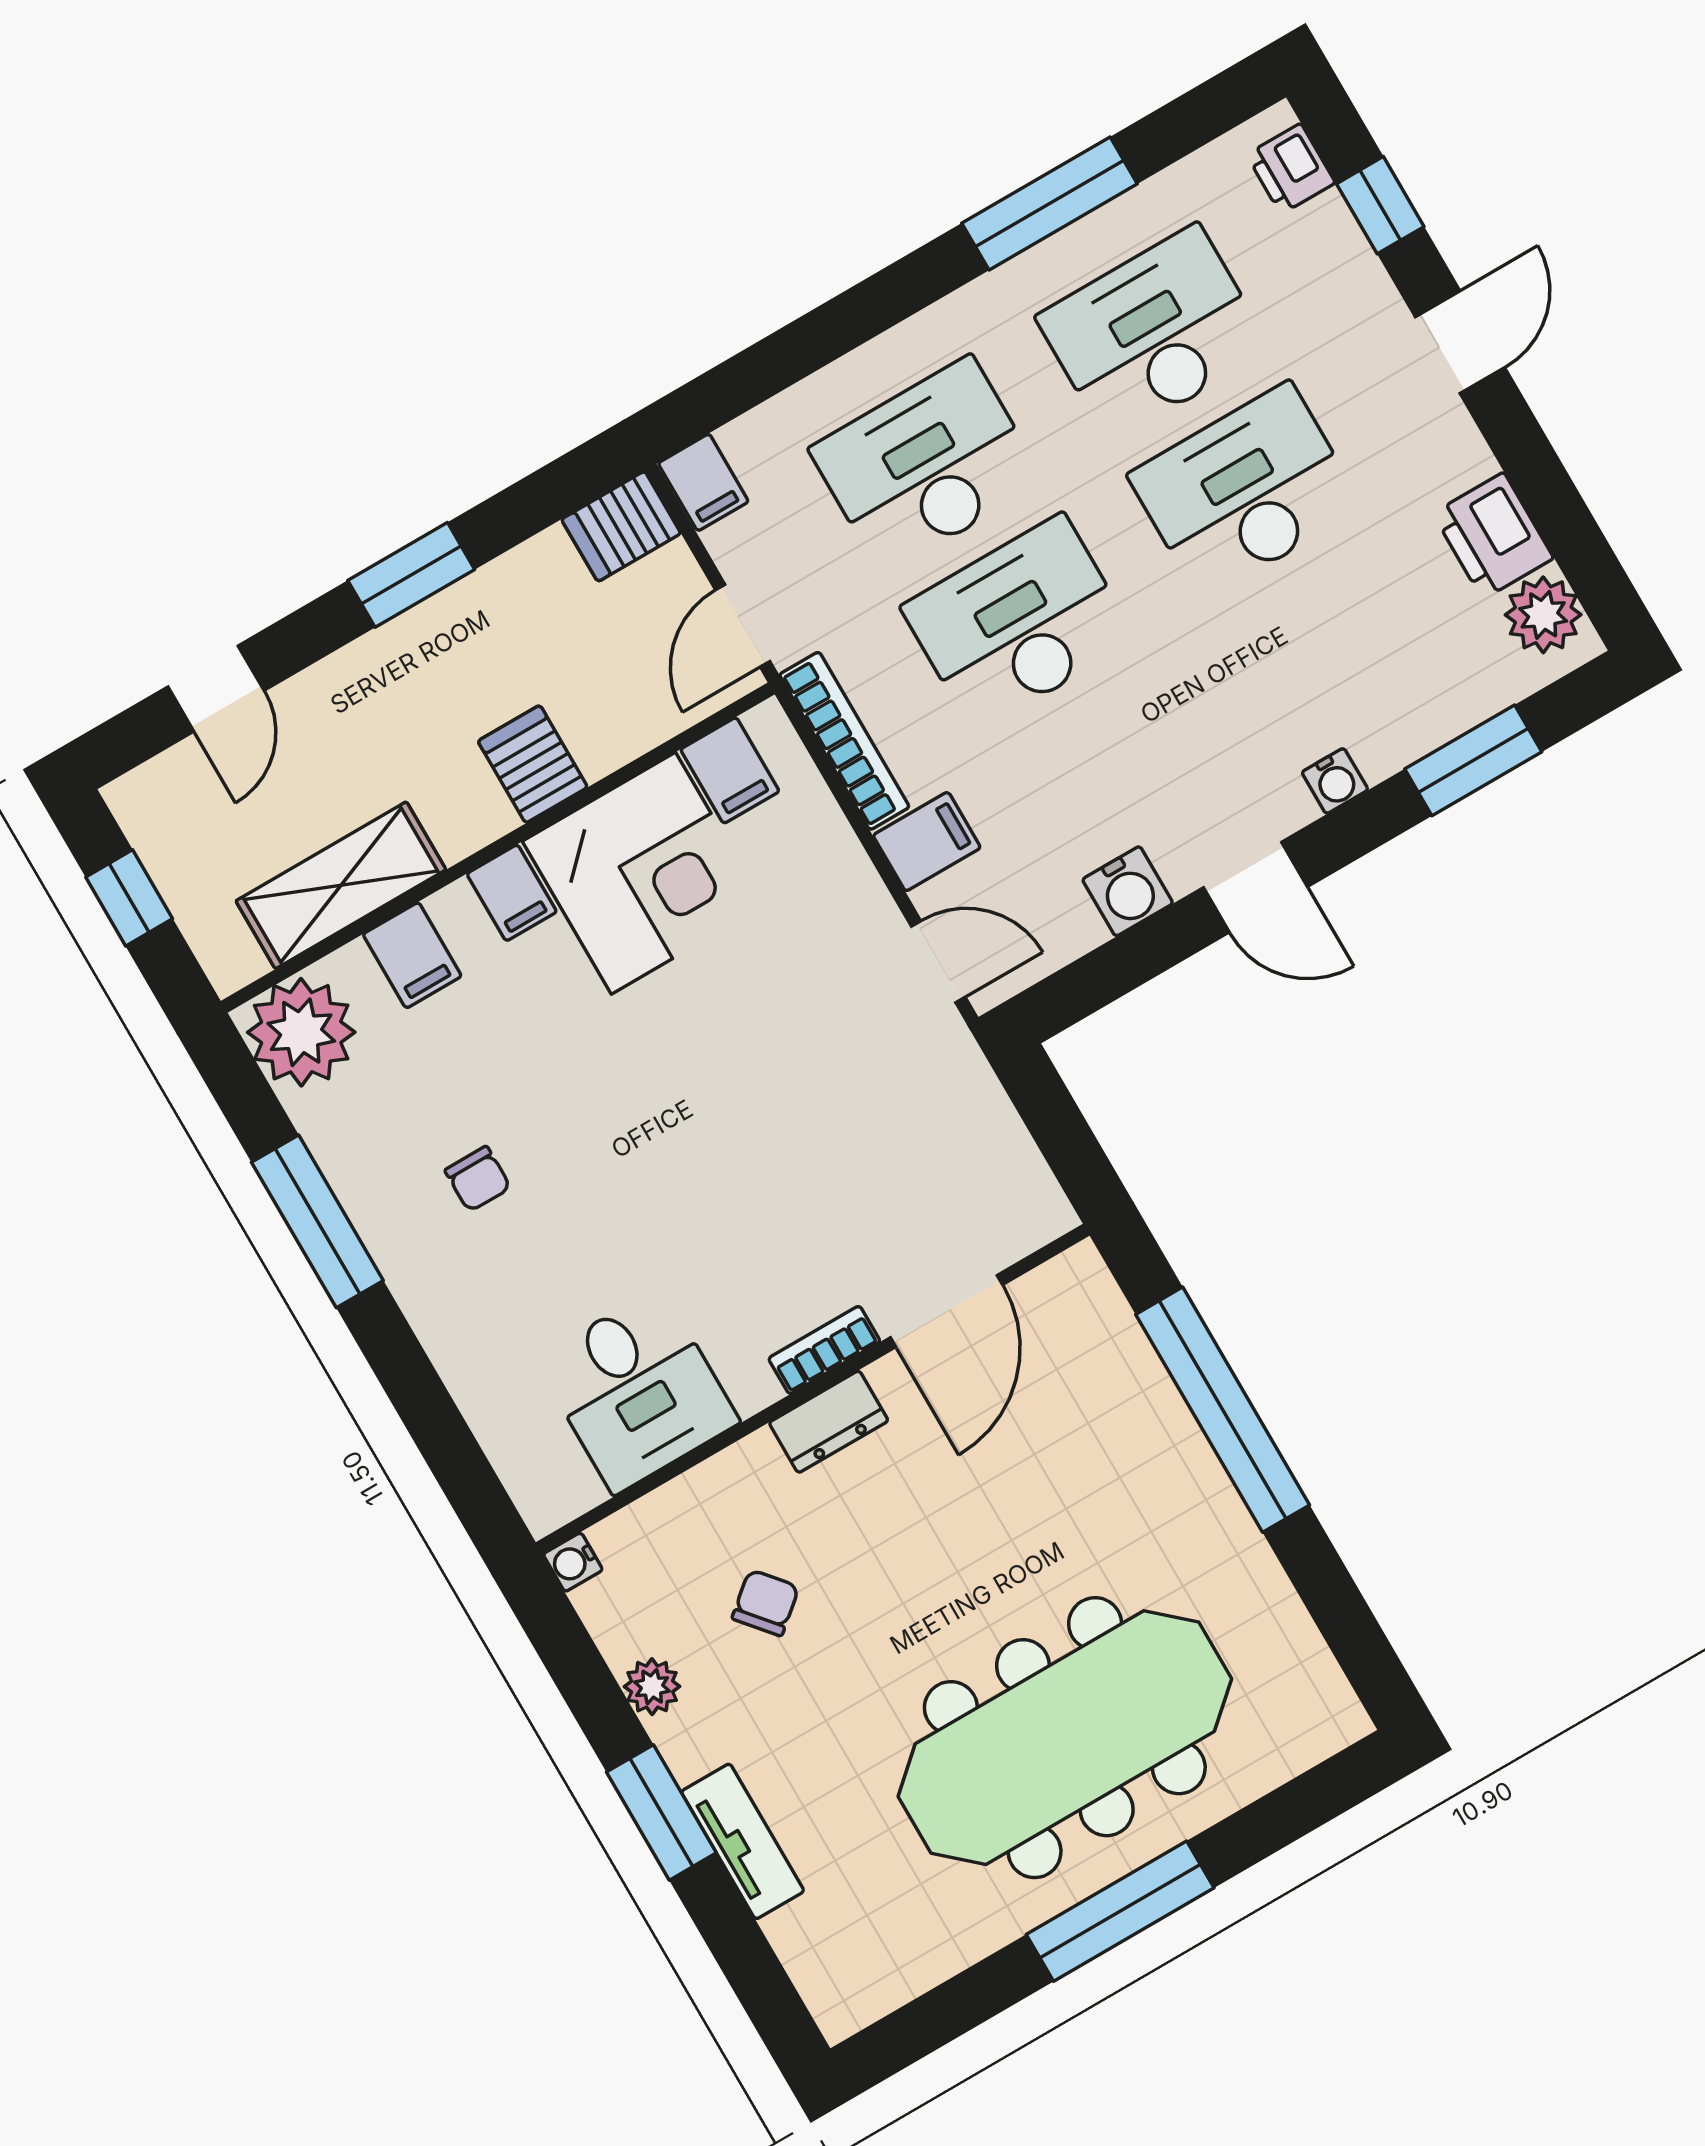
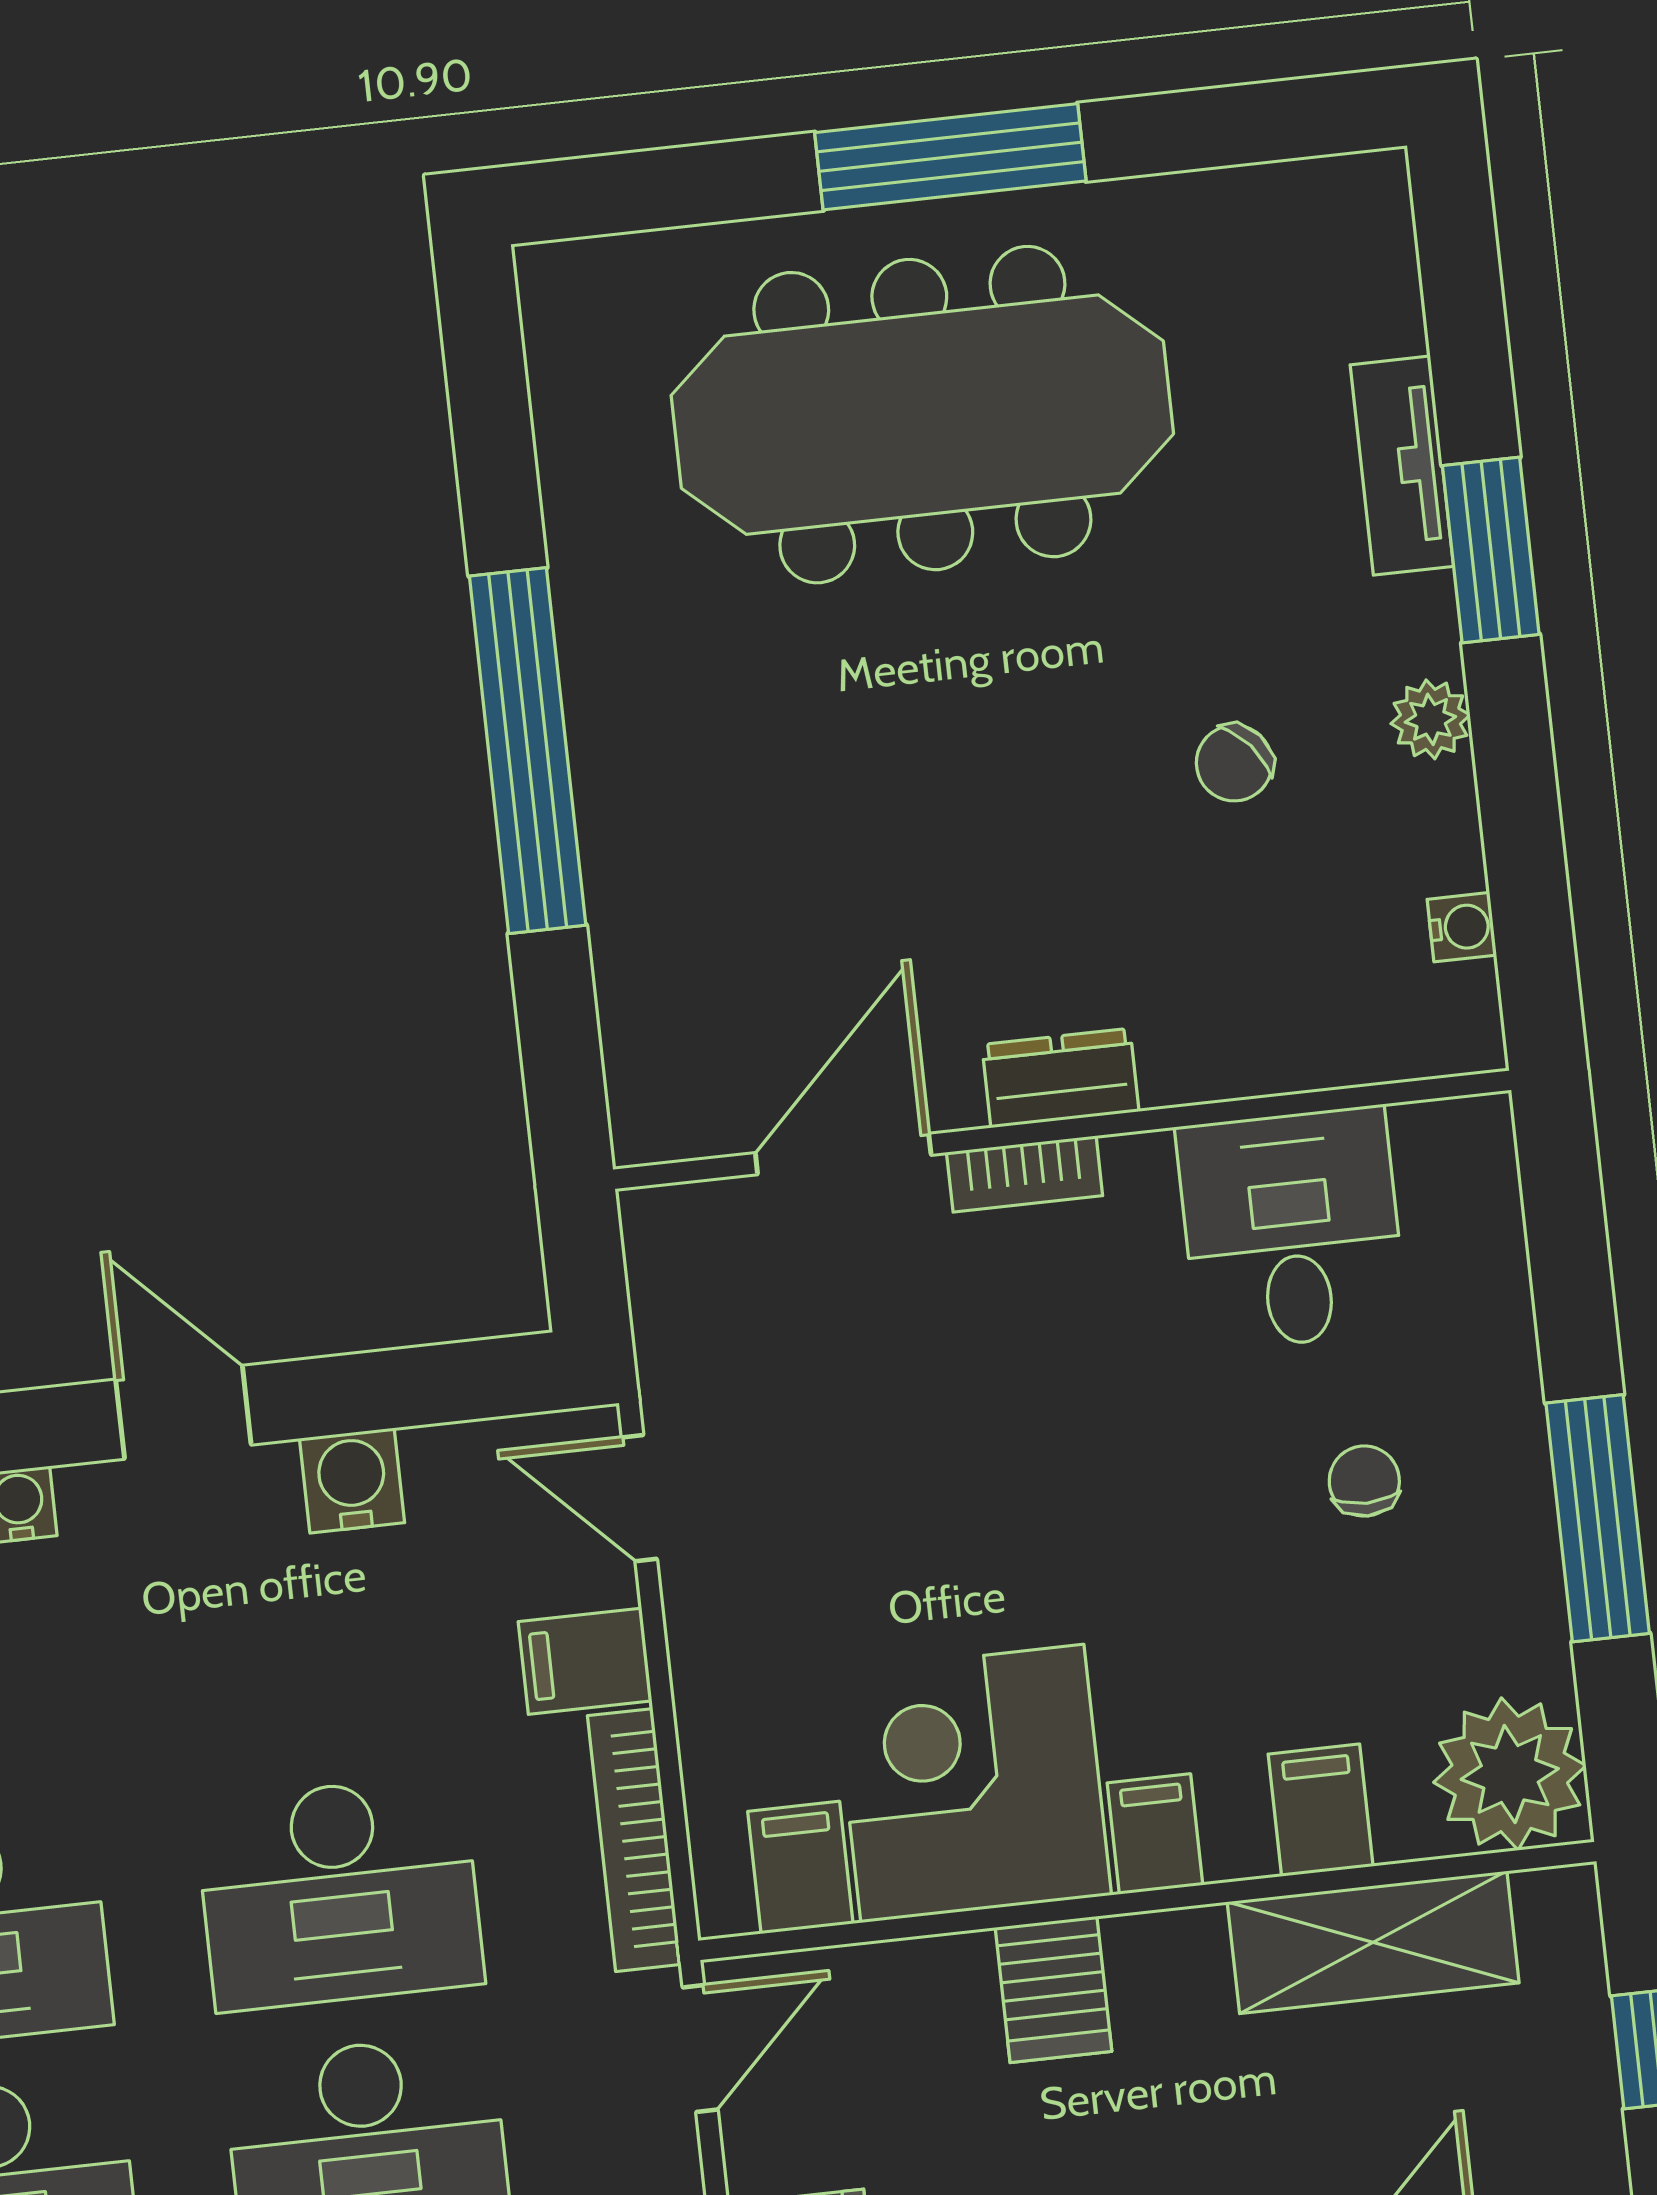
door: (946, 1311) -> (843, 1154), moved
bookcase: (824, 1350) -> (1025, 1174), moved
wall: (813, 1389) -> (1062, 1130), moved
desk: (637, 1391) -> (1292, 1229), moved
dresser: (829, 1422) -> (1060, 1078), moved

